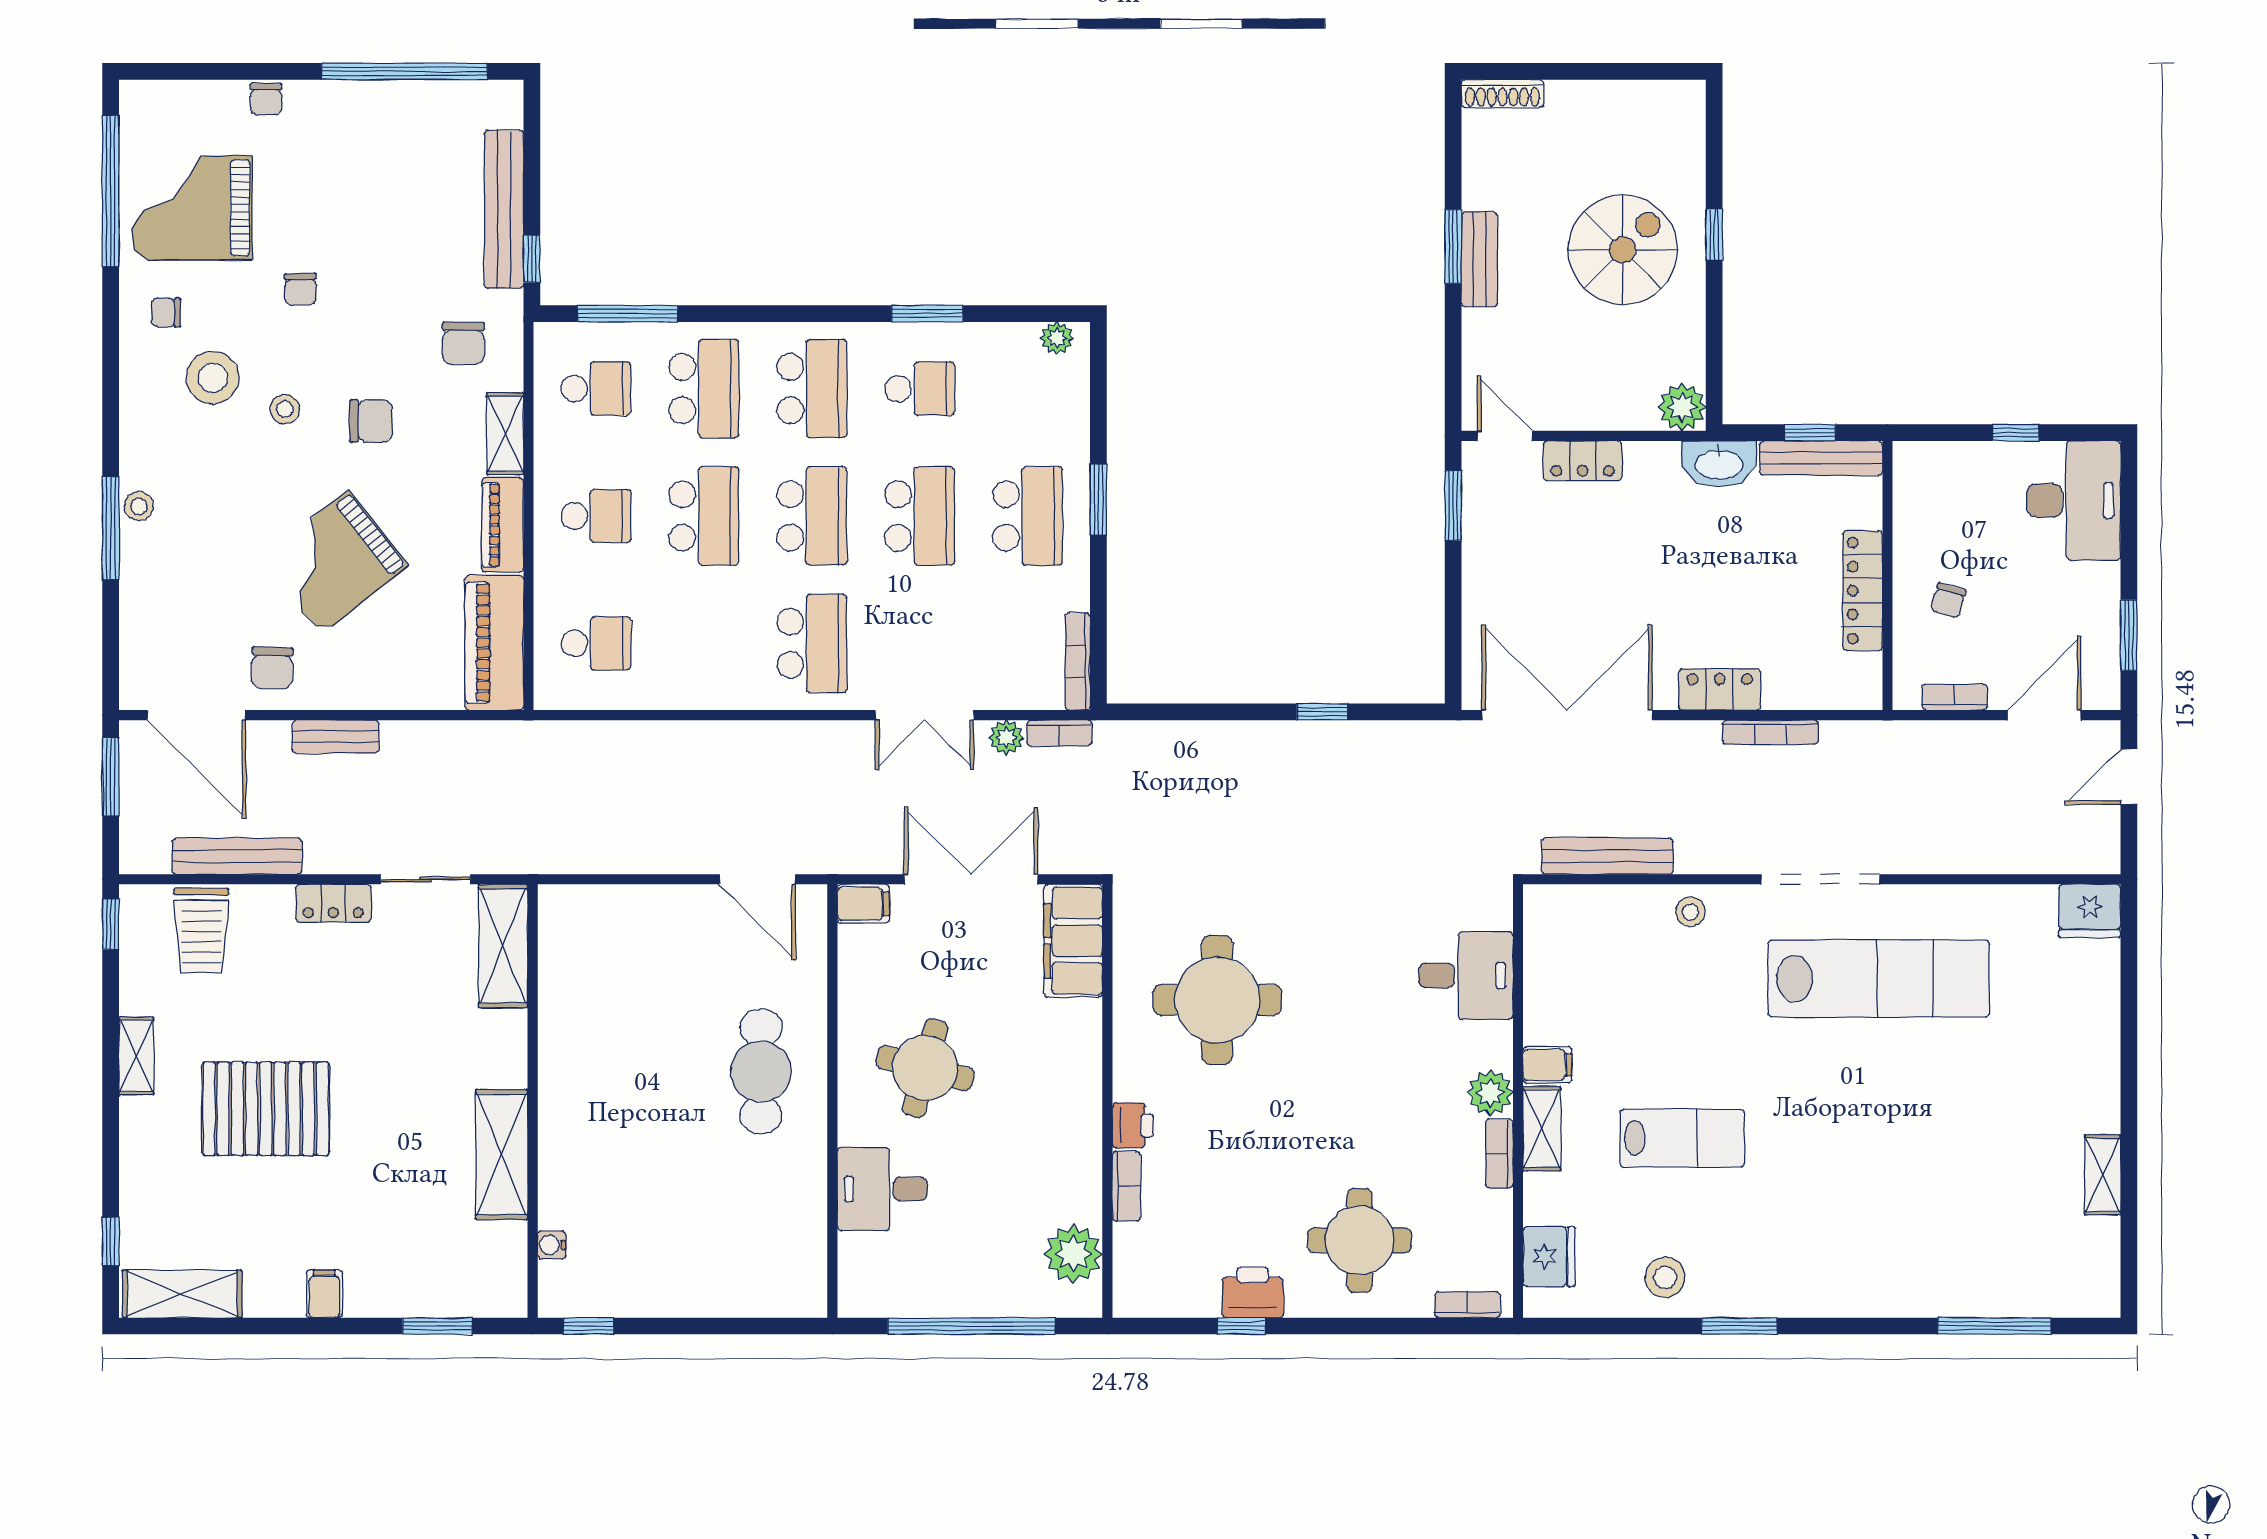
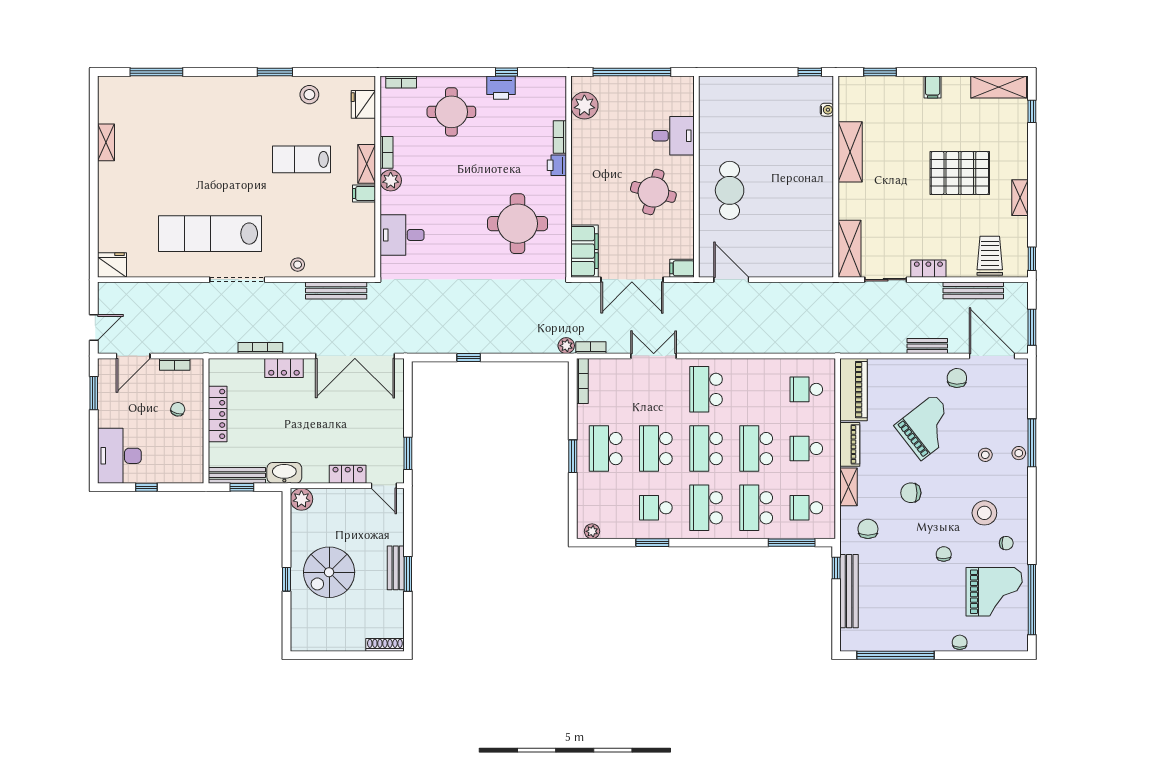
stool: (285, 409) -> (985, 455), moved
plant: (1006, 737) -> (566, 346), moved

